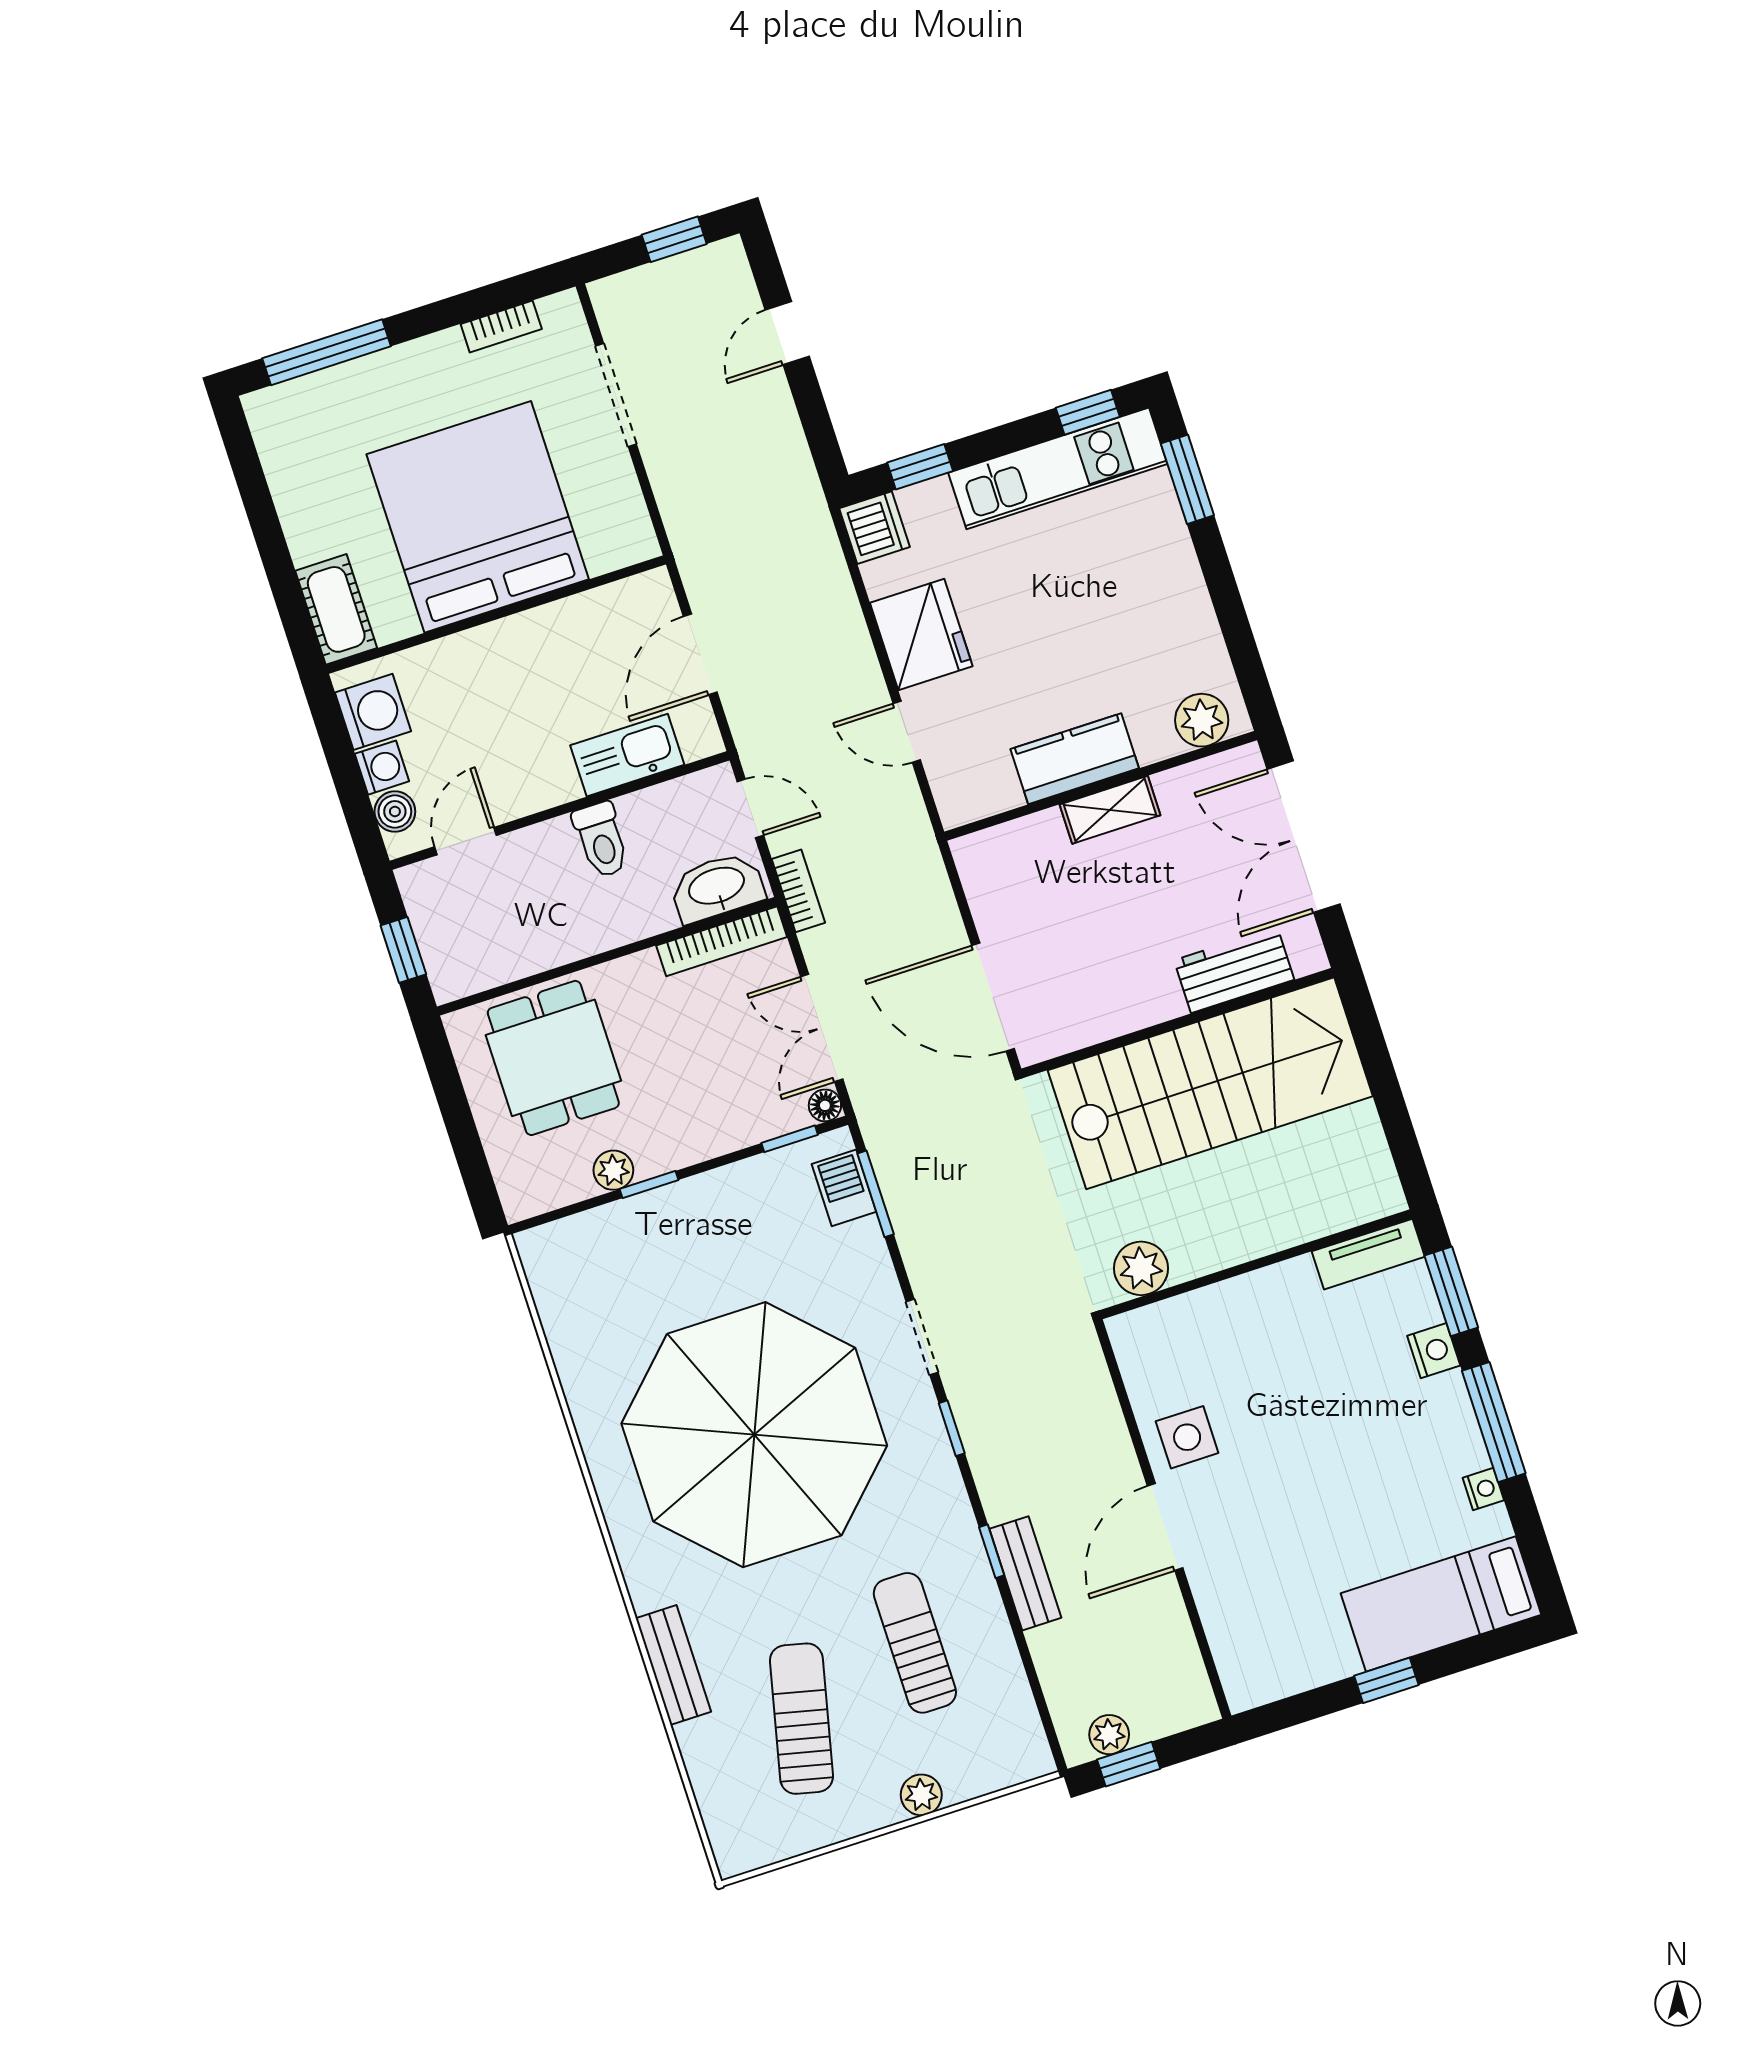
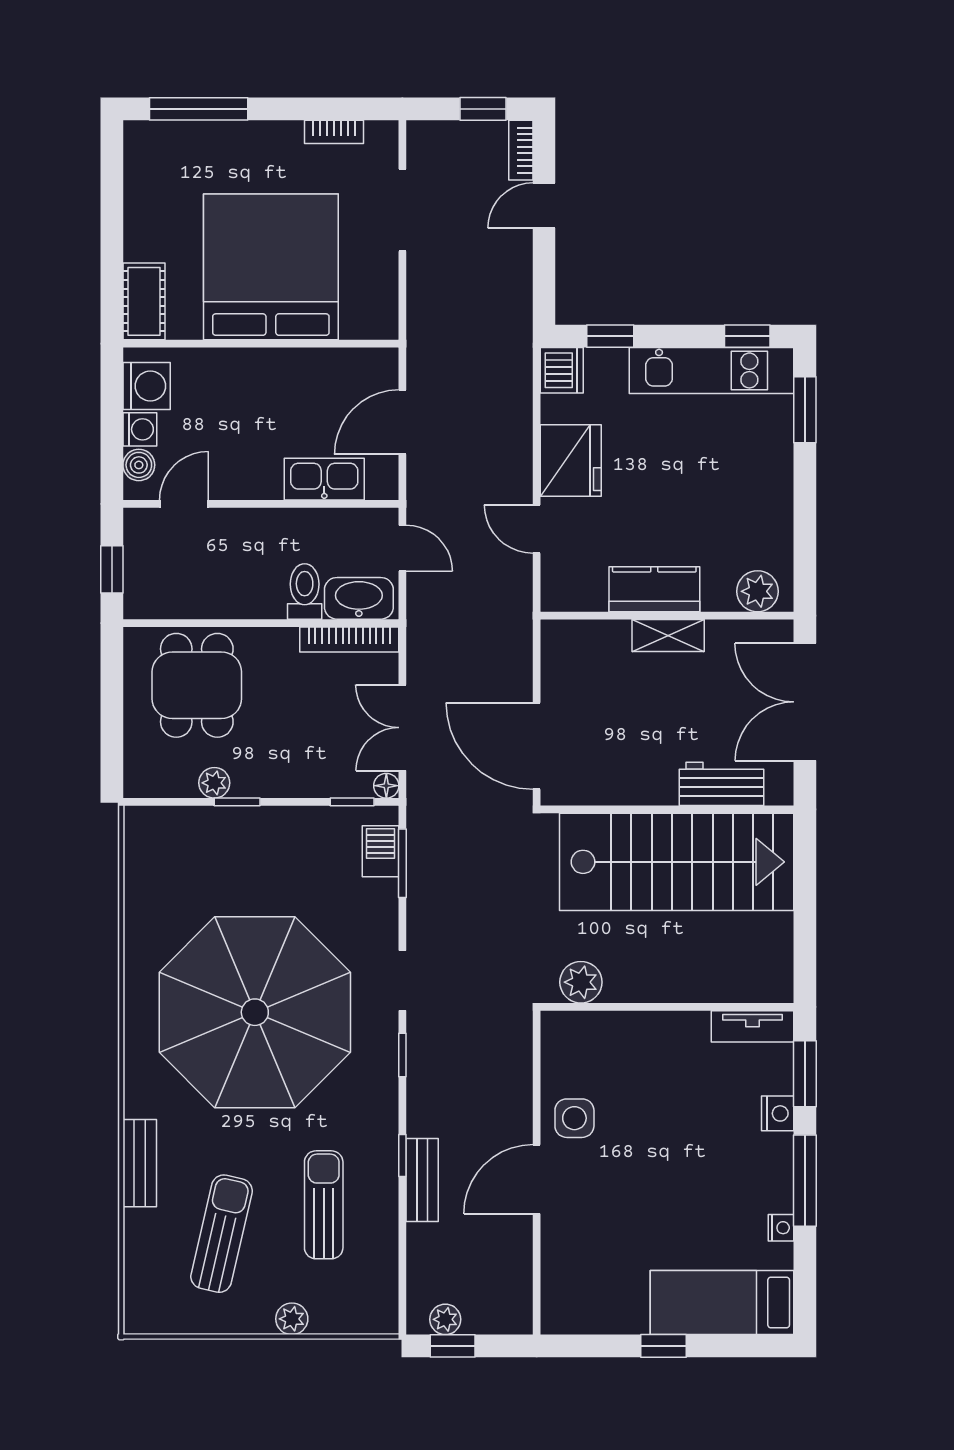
toilet: (601, 840) -> (305, 591), moved, turned 180
bookcase: (798, 891) -> (521, 150), moved, turned 180

